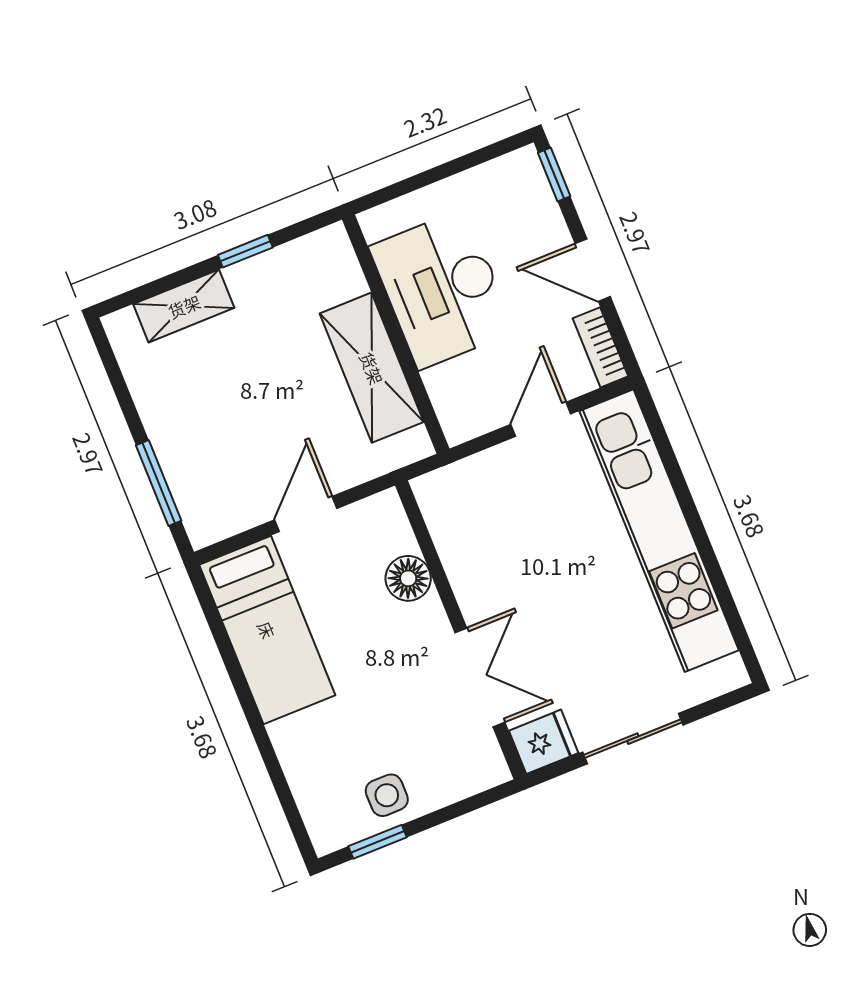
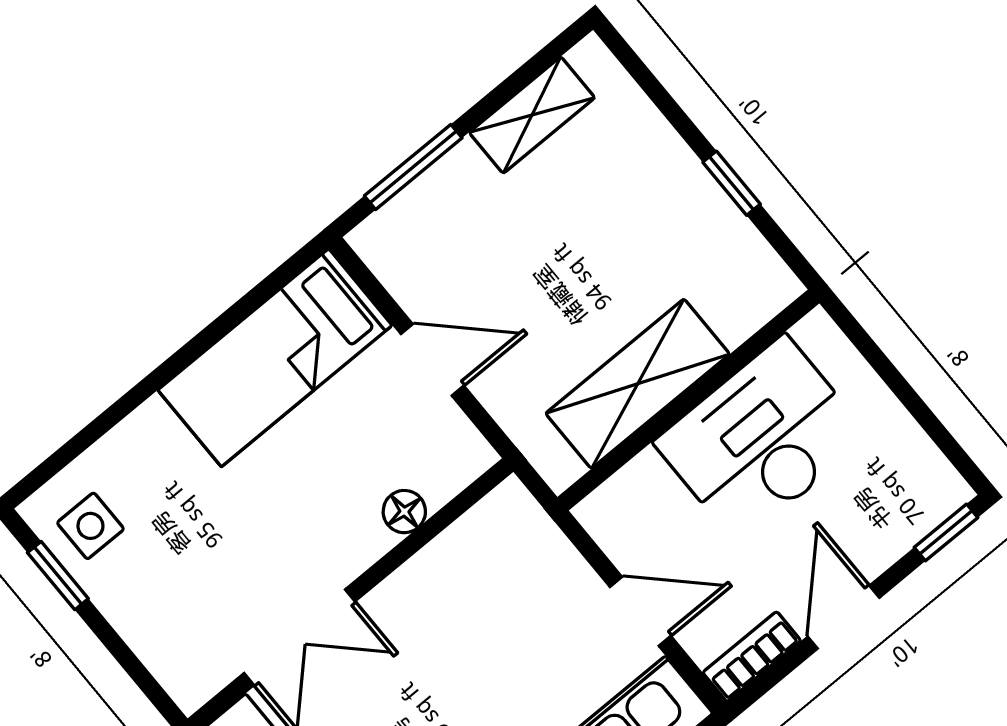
shelving: (184, 306) -> (532, 115), moved, turned 90
floor lamp: (408, 578) -> (404, 512), width x0.73, depth x0.73
side table: (387, 795) -> (90, 526), moved

